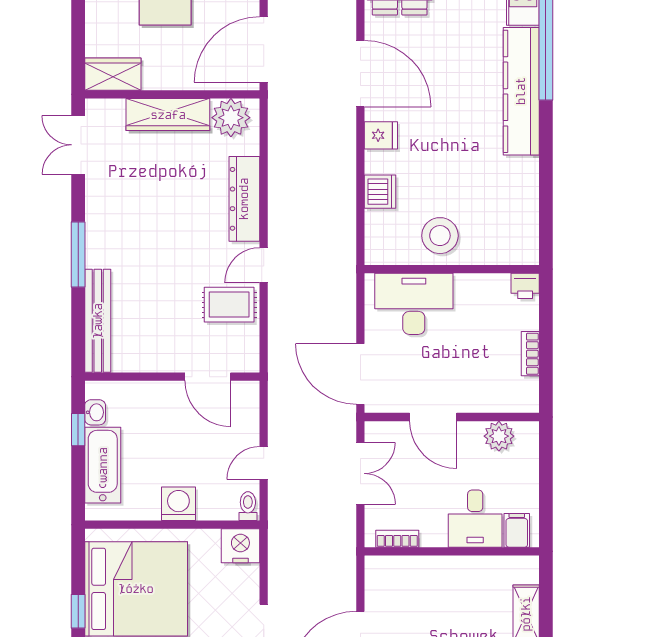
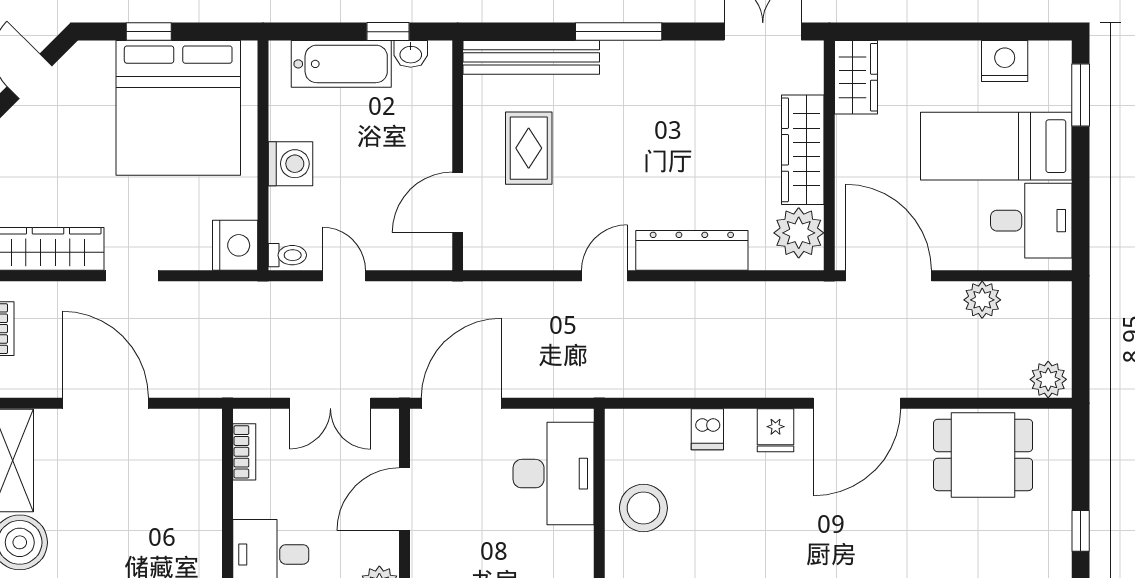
dishwasher: (380, 192) -> (707, 429), width x0.73
door: (264, 265) -> (604, 276), hinge flipped
rug: (229, 305) -> (529, 148), moved

